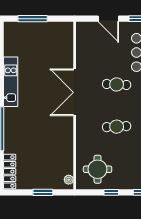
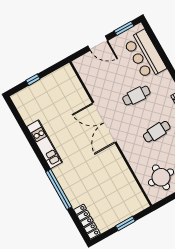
window: (33, 19) -> (33, 80), width x0.46
plant: (69, 180) -> (141, 200), removed

